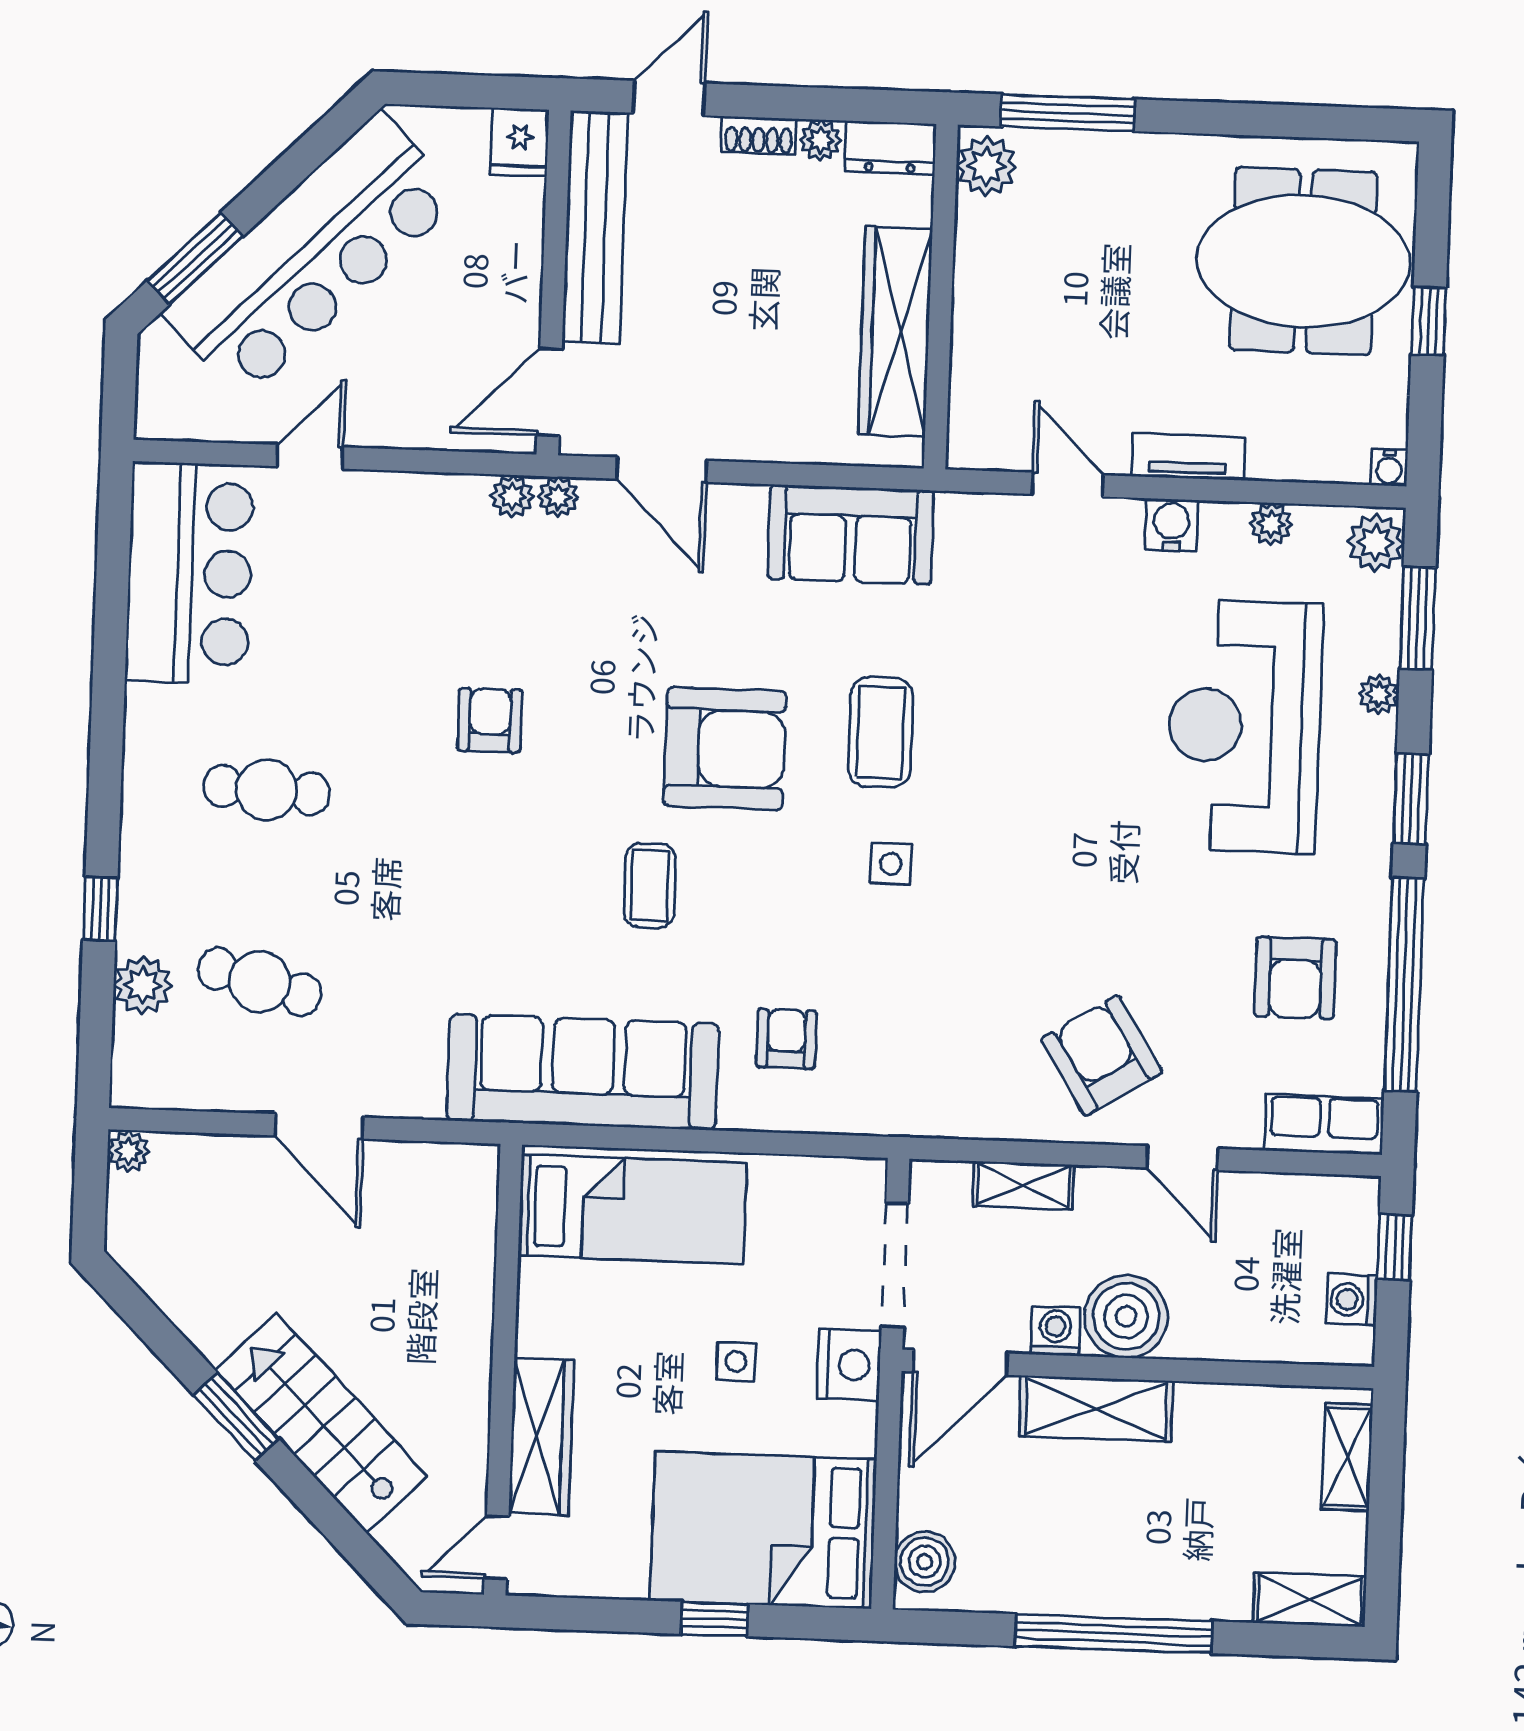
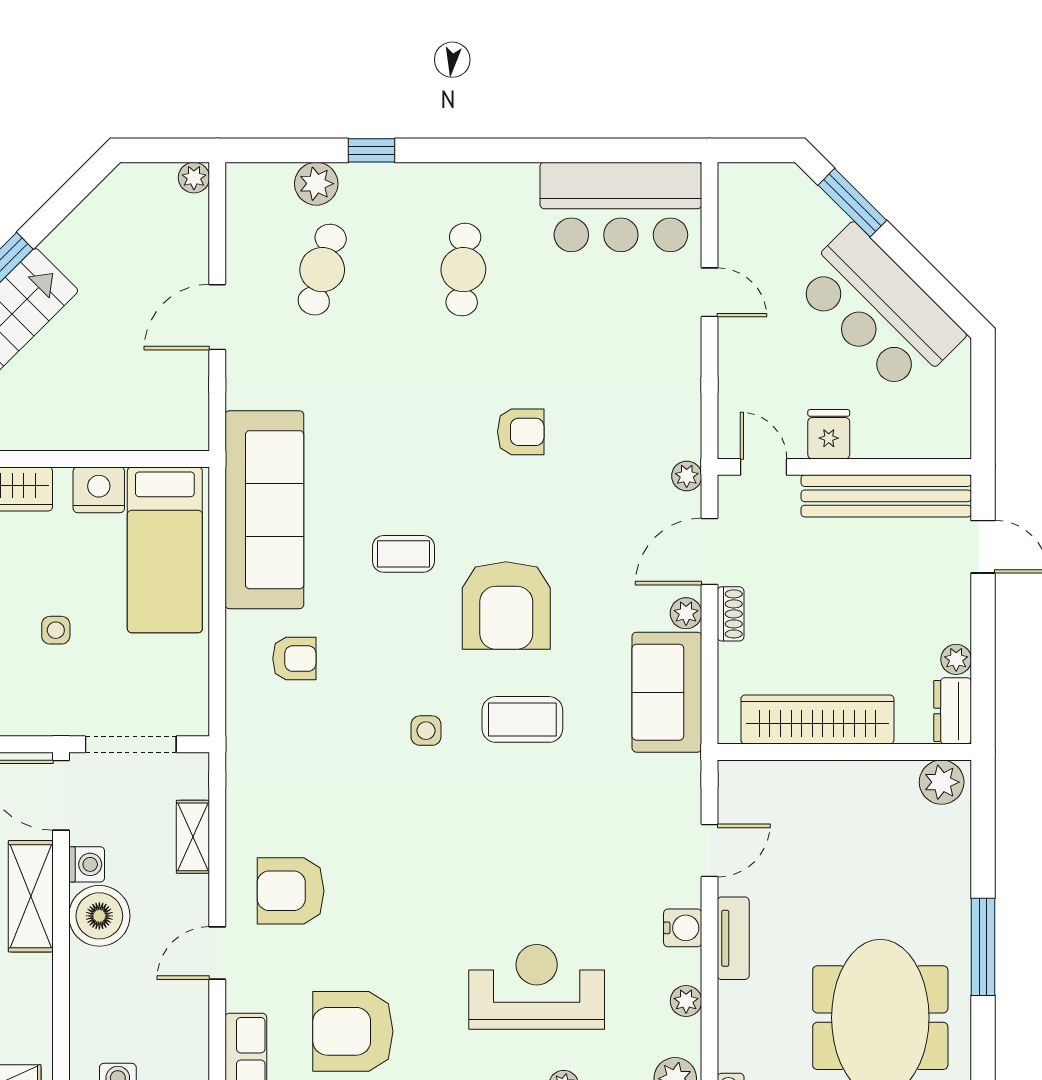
window: (1068, 113) -> (983, 947), moved
shoe rack: (759, 135) -> (731, 614), moved, turned 180
fridge: (520, 142) -> (829, 434), moved, turned 90
bar counter: (312, 255) -> (879, 309), width x0.73
door: (549, 392) -> (764, 467), width x0.73
plant: (512, 496) -> (686, 613), moved
reception desk: (1244, 726) -> (537, 987), width x0.74, depth x0.77
armchair: (1295, 978) -> (353, 1031), width x1.36, depth x1.36
armchair: (1102, 1056) -> (291, 891), turned -148
nightstand: (849, 1365) -> (99, 490), moved, turned 180

